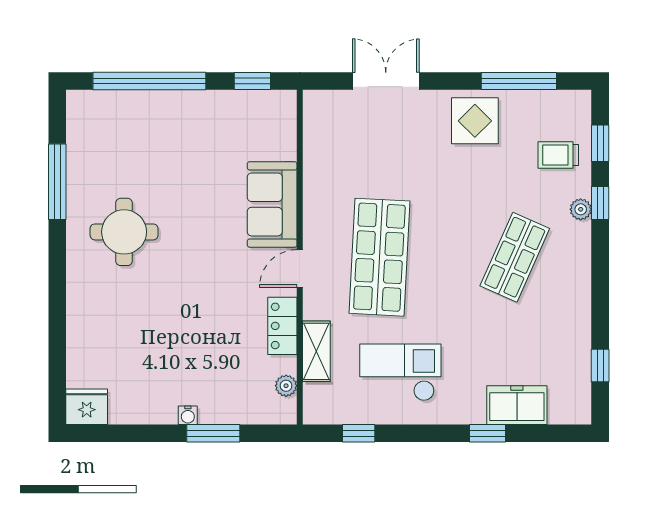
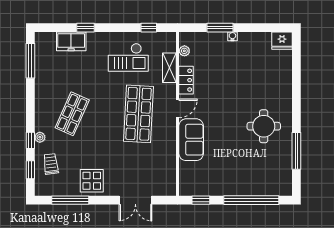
trolley: (558, 155) -> (51, 164), turned -97
window: (600, 365) -> (30, 61), width x2.17

